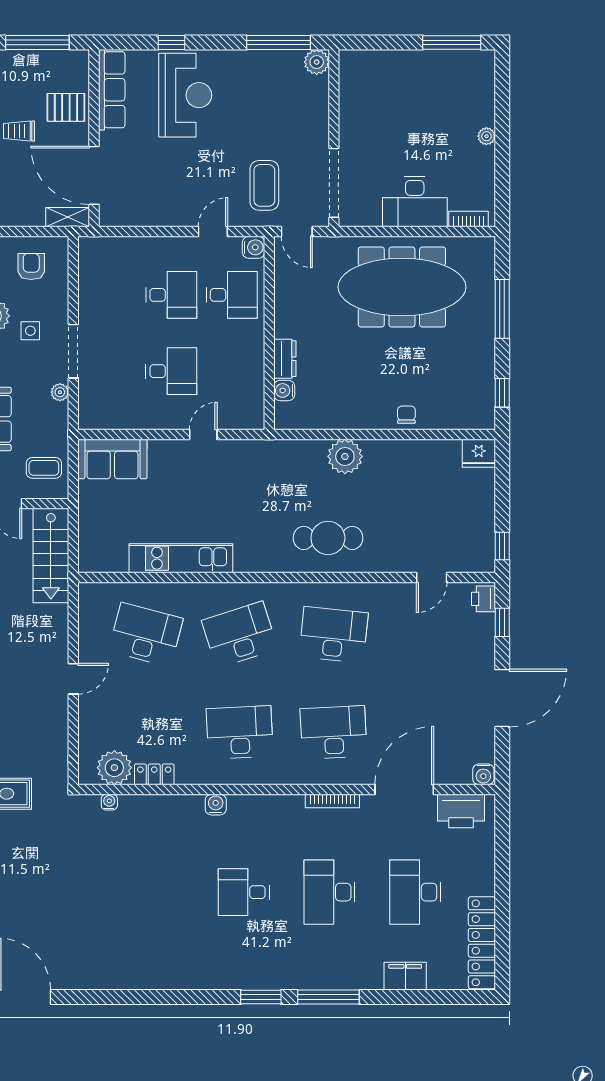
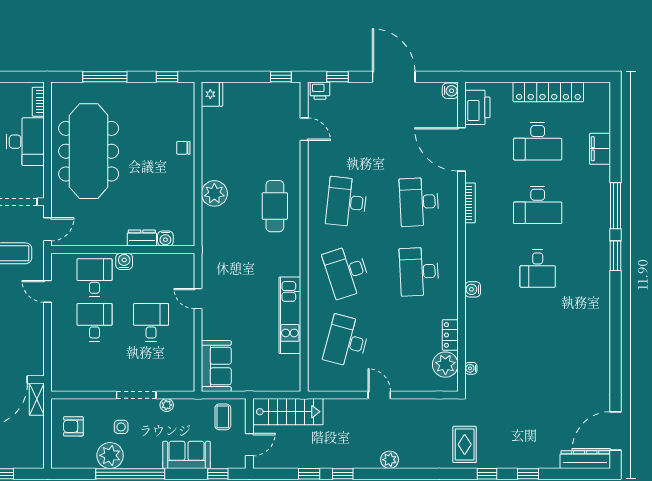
water cooler: (254, 247) -> (124, 261), moved
locker: (482, 943) -> (548, 92), moved

